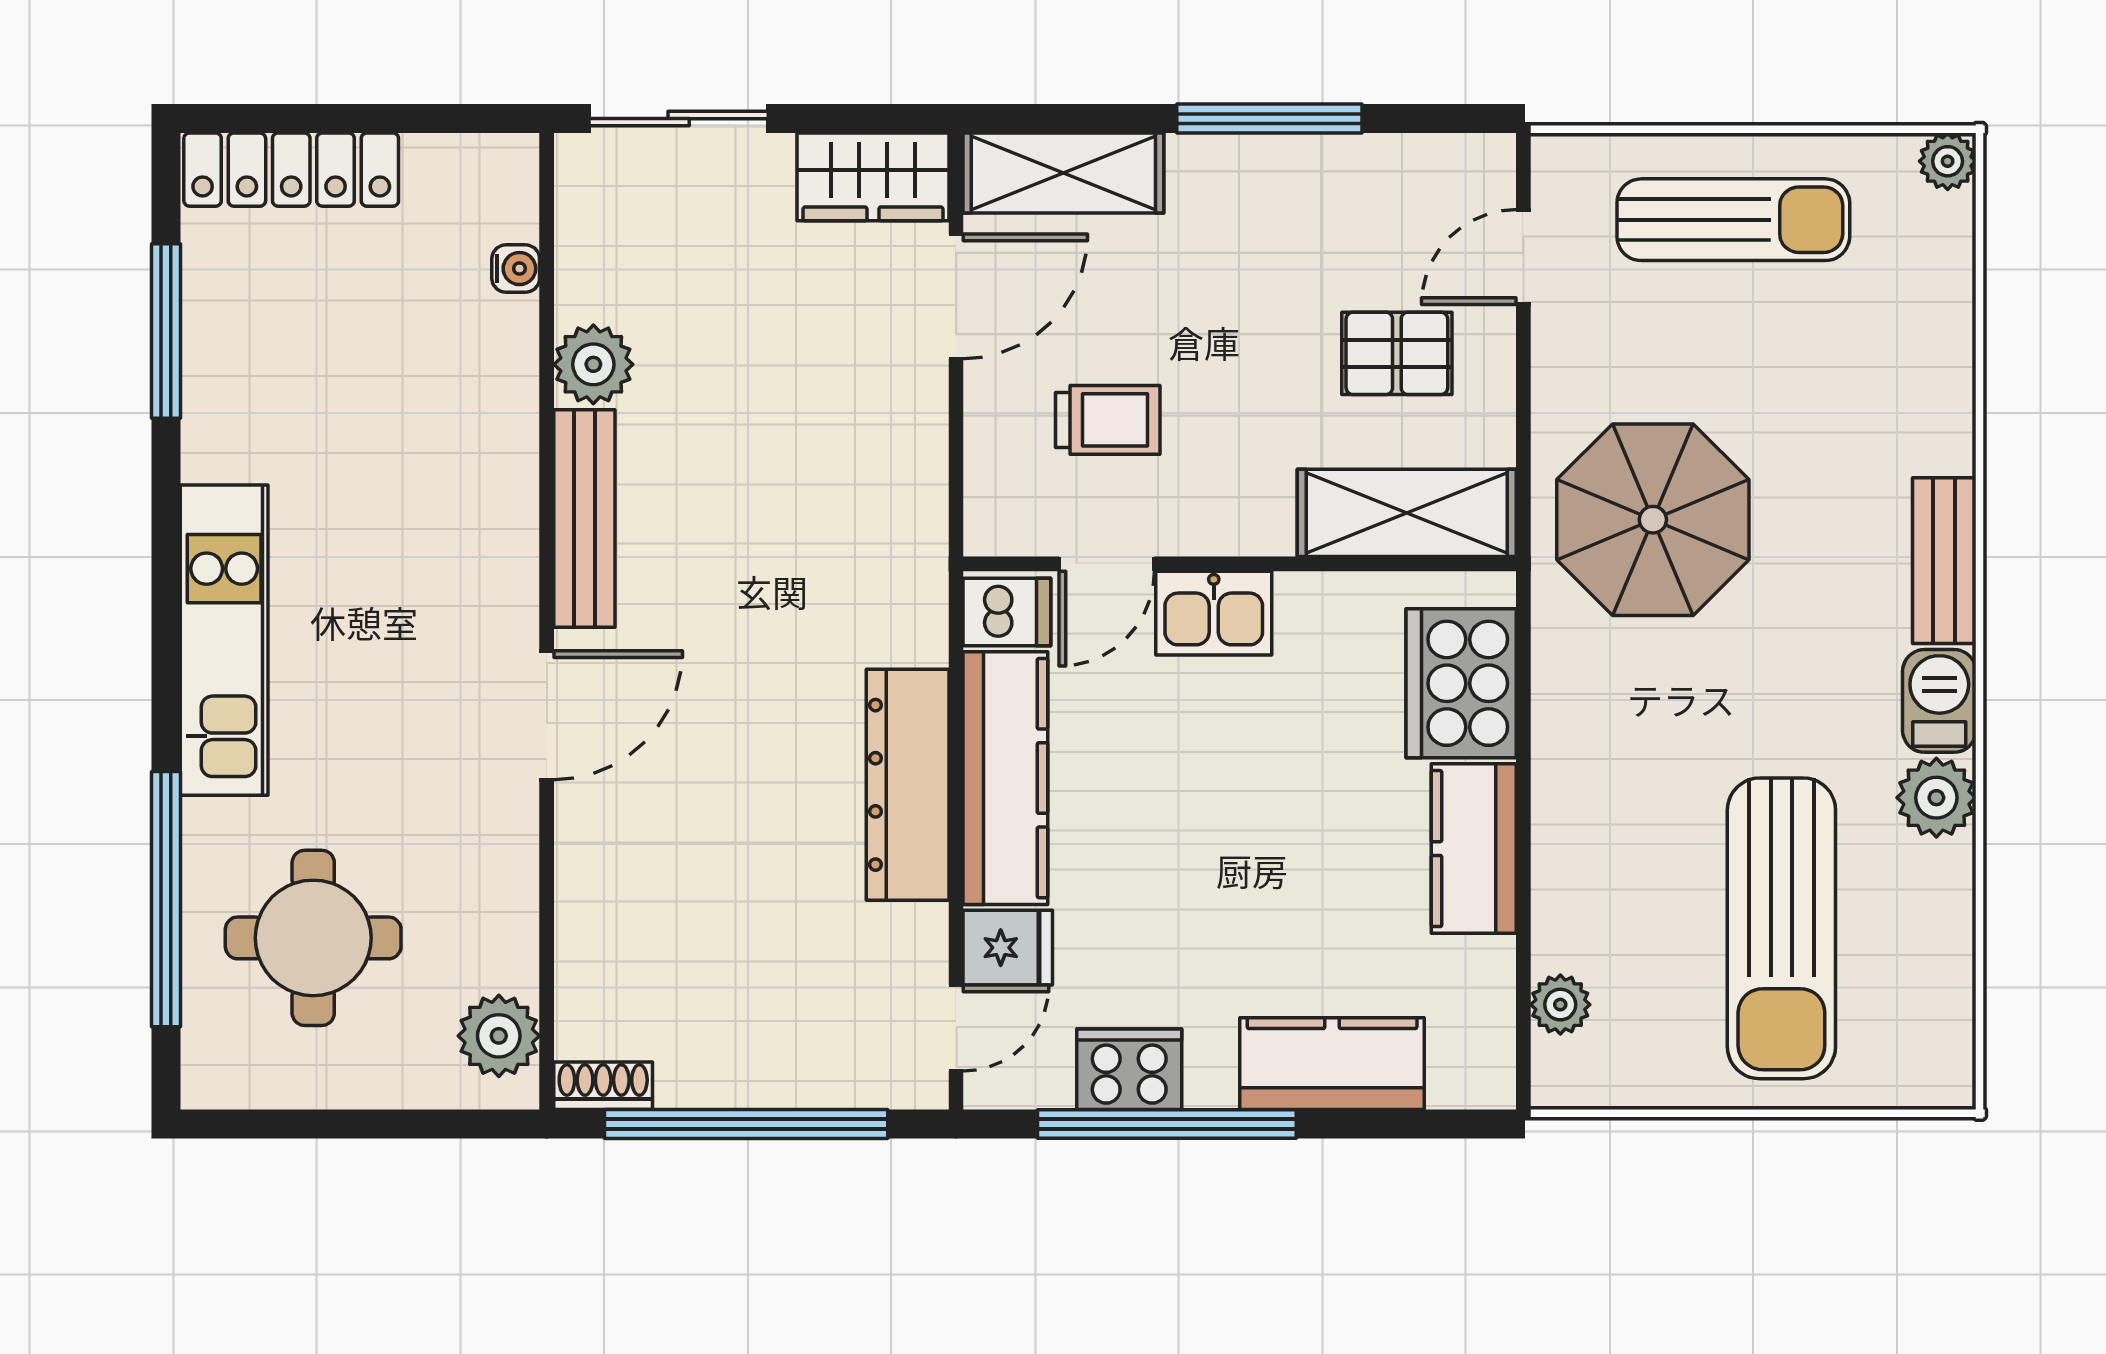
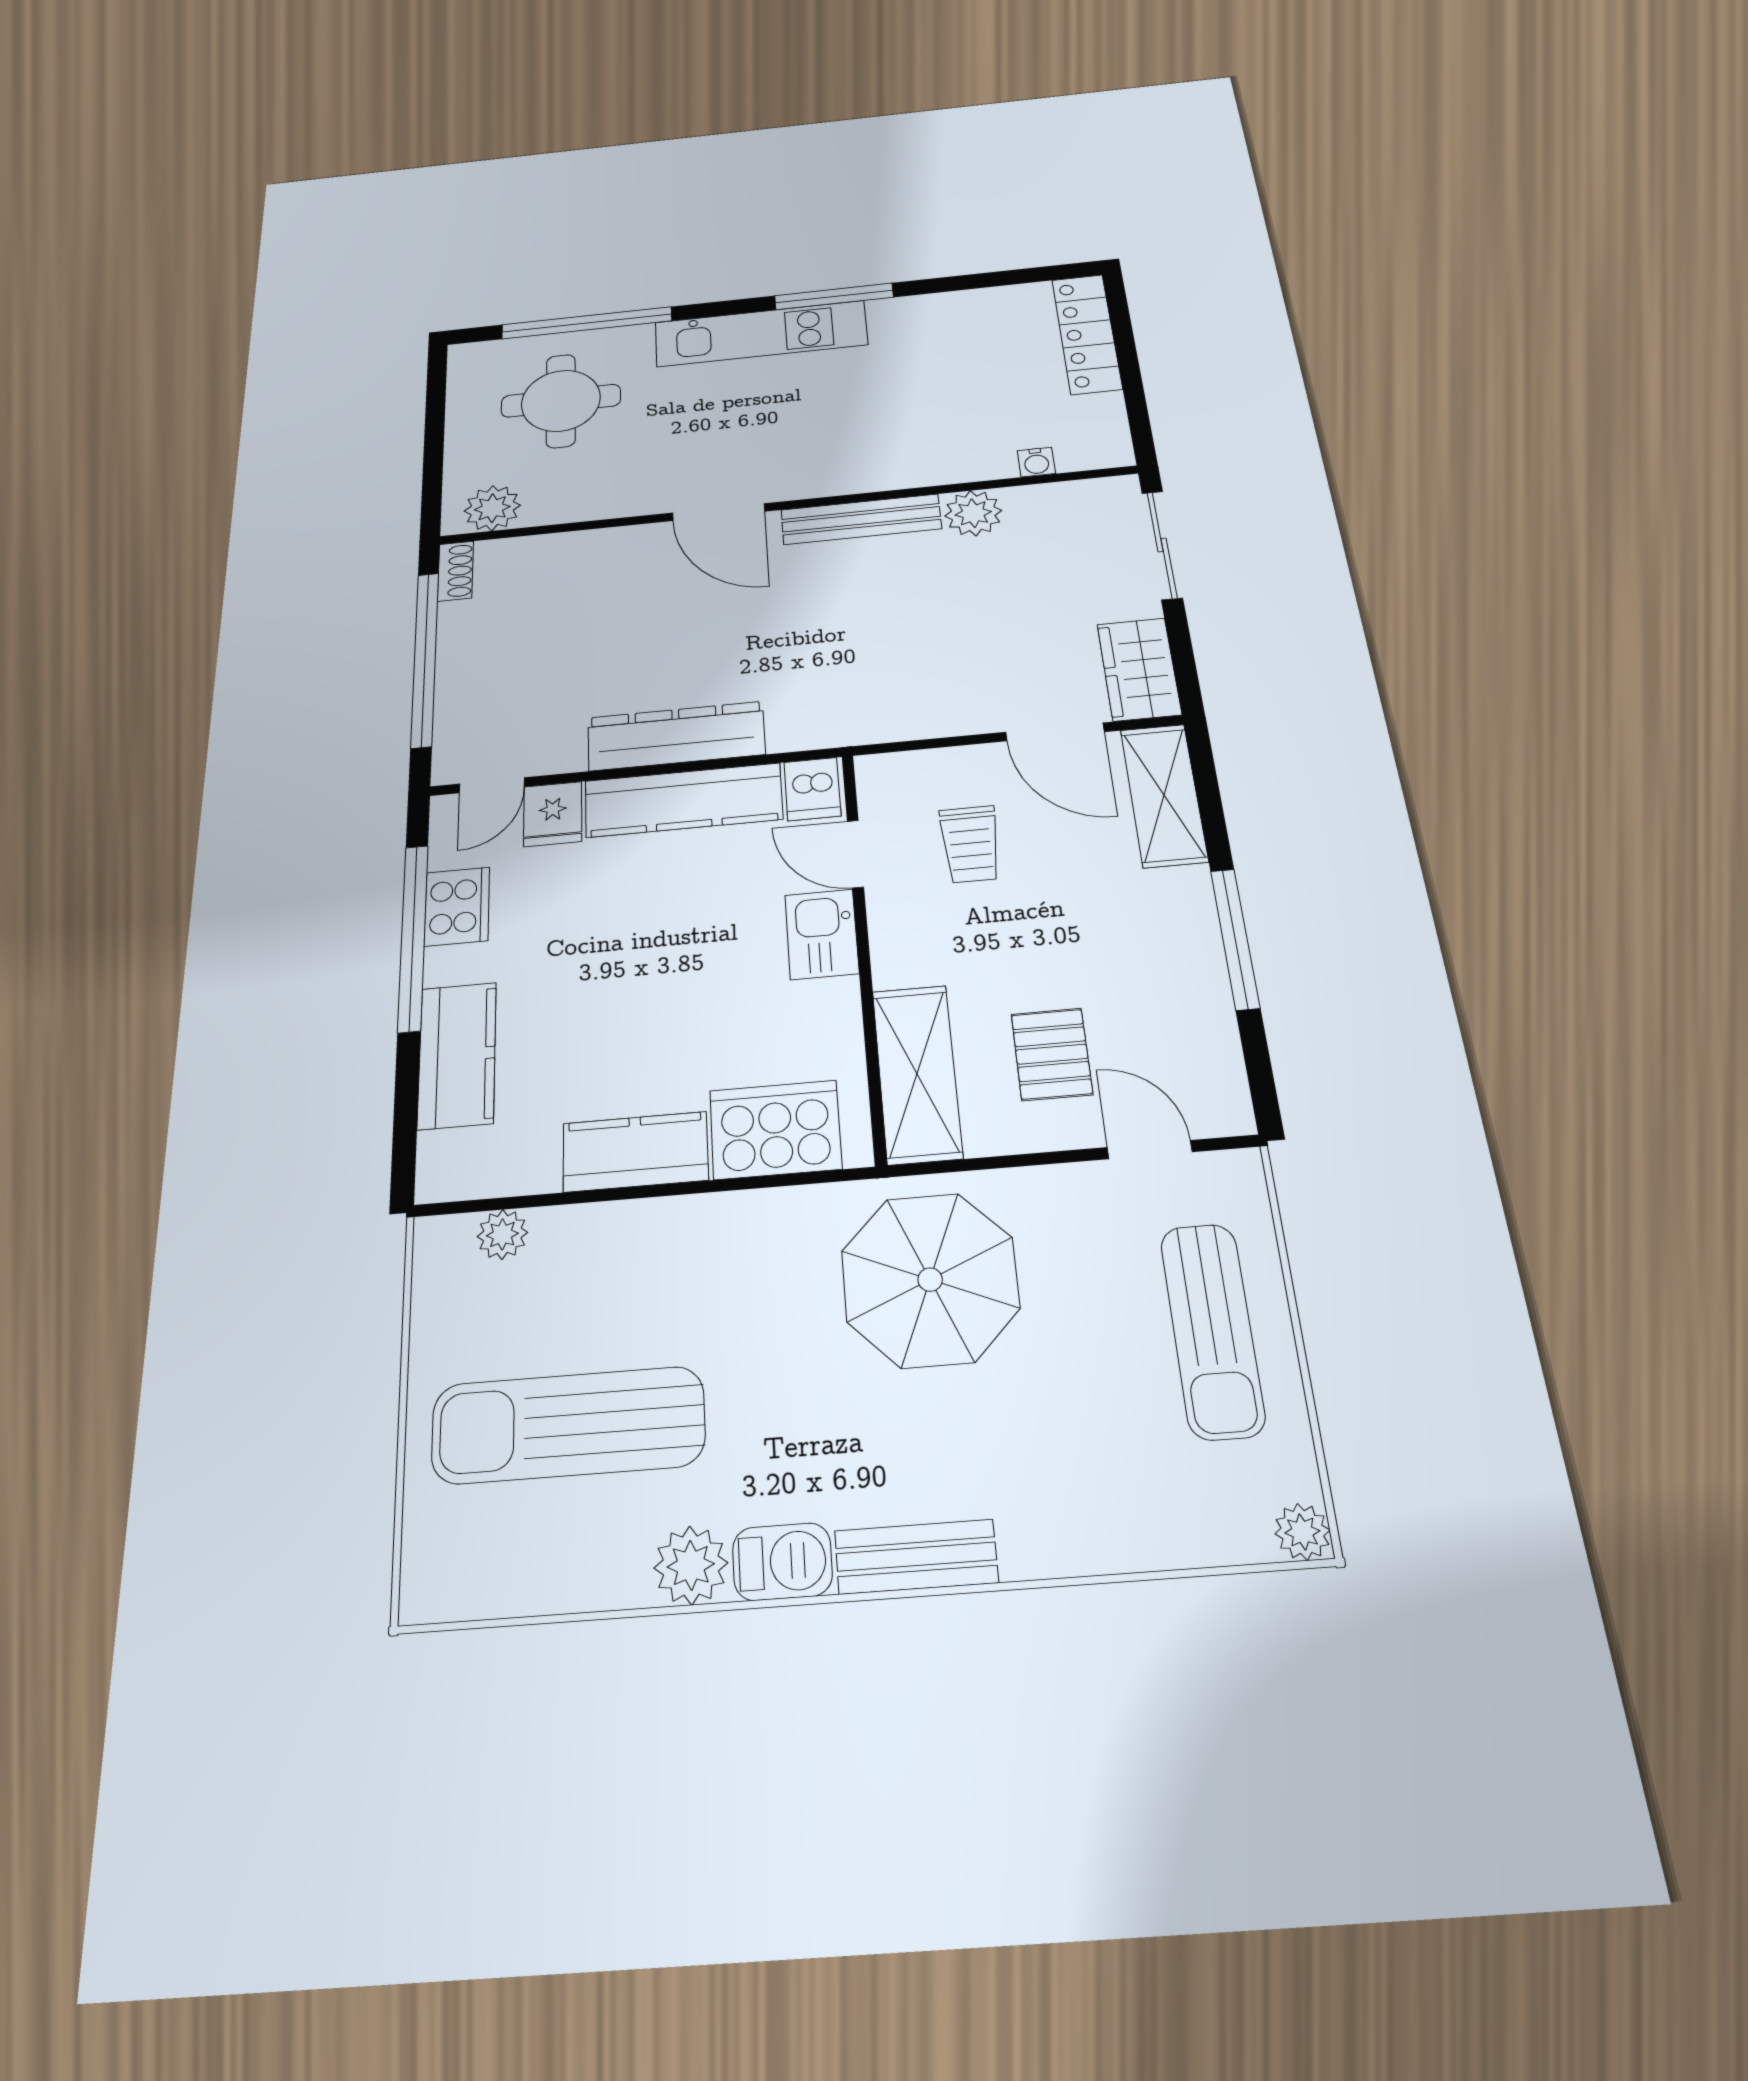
window: (166, 331) -> (834, 296), moved
door: (956, 1028) -> (492, 785), hinge flipped

